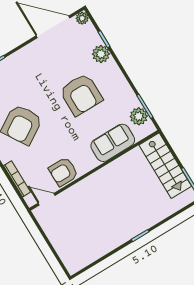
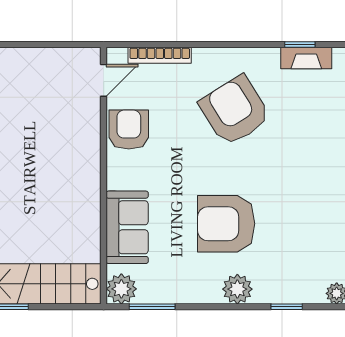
plant: (101, 54) -> (237, 289), moved
plant: (139, 116) -> (121, 289), moved

